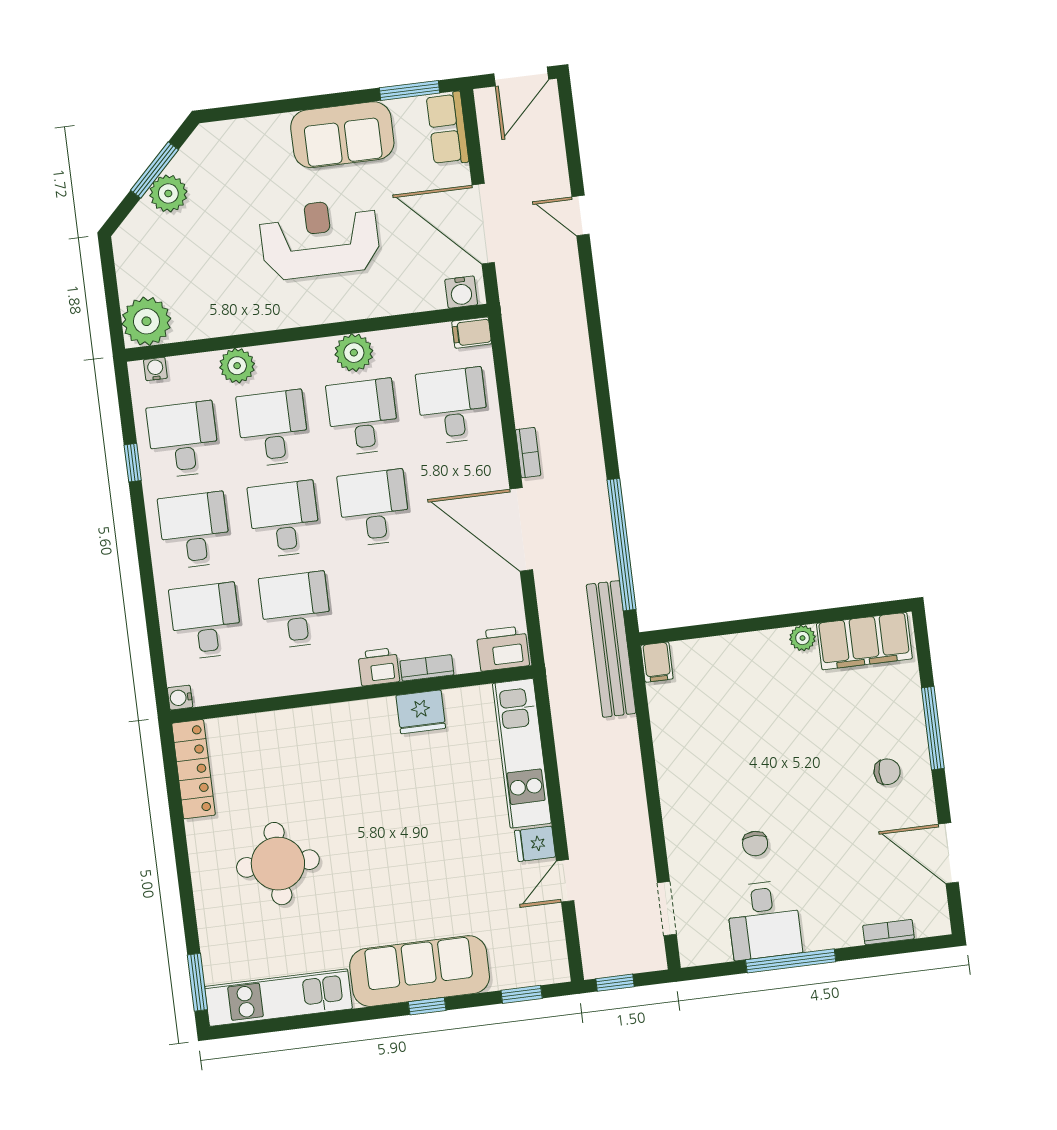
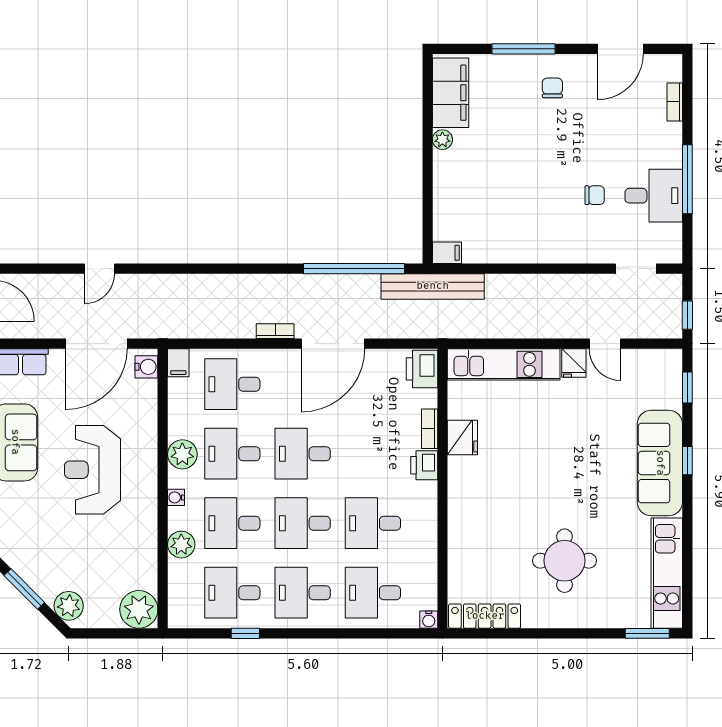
plant: (168, 193) -> (69, 606), moved
water cooler: (155, 369) -> (176, 497), moved

